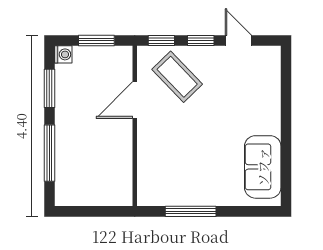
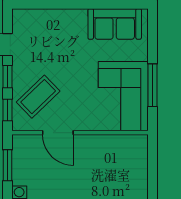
corner sofa: (178, 177) -> (123, 96), added

